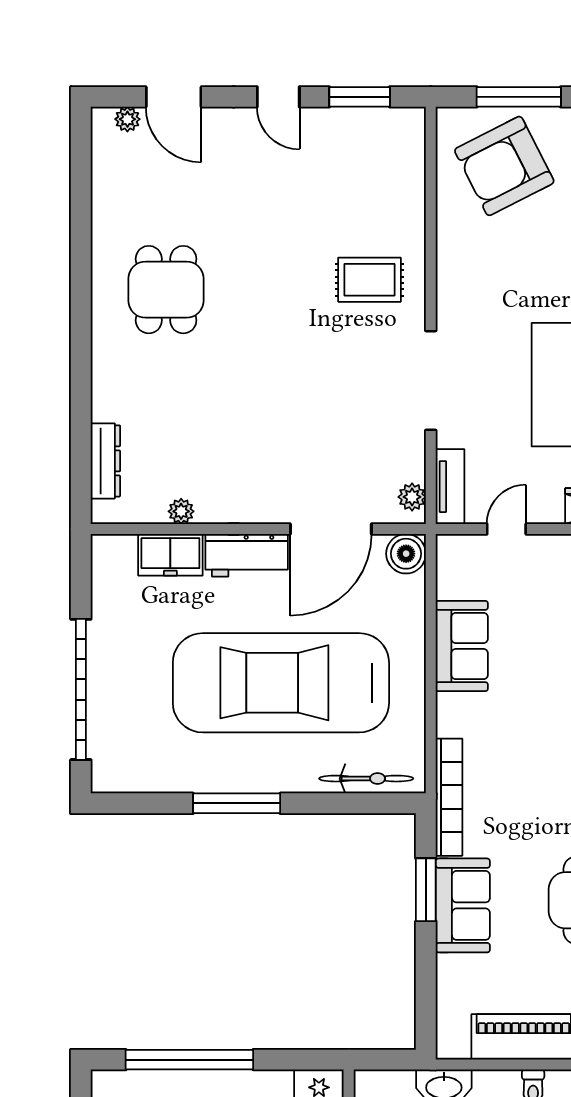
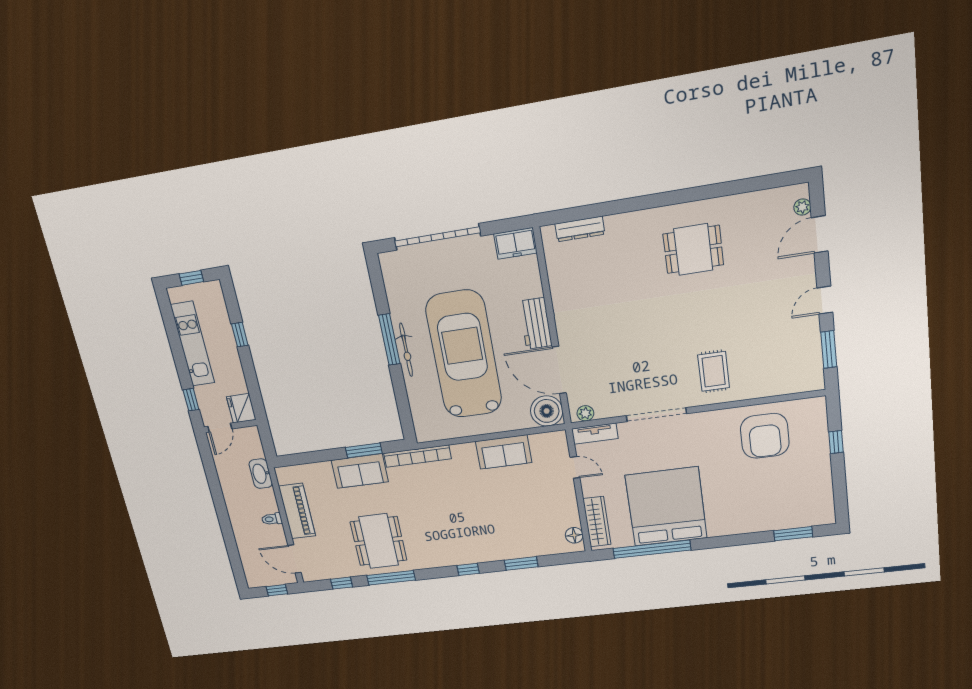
window: (519, 97) -> (836, 442), width x0.46
armchair: (504, 166) -> (765, 436), moved, turned -153
plant: (181, 511) -> (556, 280), removed
boiler: (406, 554) -> (547, 411), width x1.37, depth x1.37
freezer: (170, 555) -> (515, 243), moved, turned -90
bicycle: (366, 779) -> (406, 350), moved
window: (189, 1060) -> (240, 335), width x0.32

